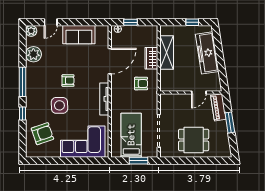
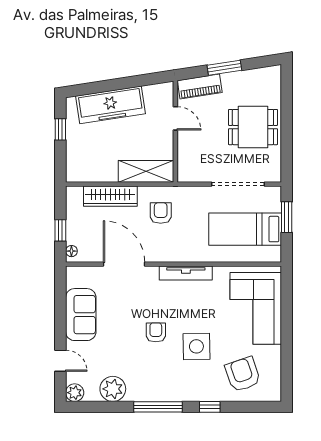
shelving: (167, 52) -> (146, 171), moved
wardrobe: (151, 58) -> (110, 196), width x1.50
dining table: (194, 140) -> (253, 127), turned 90

